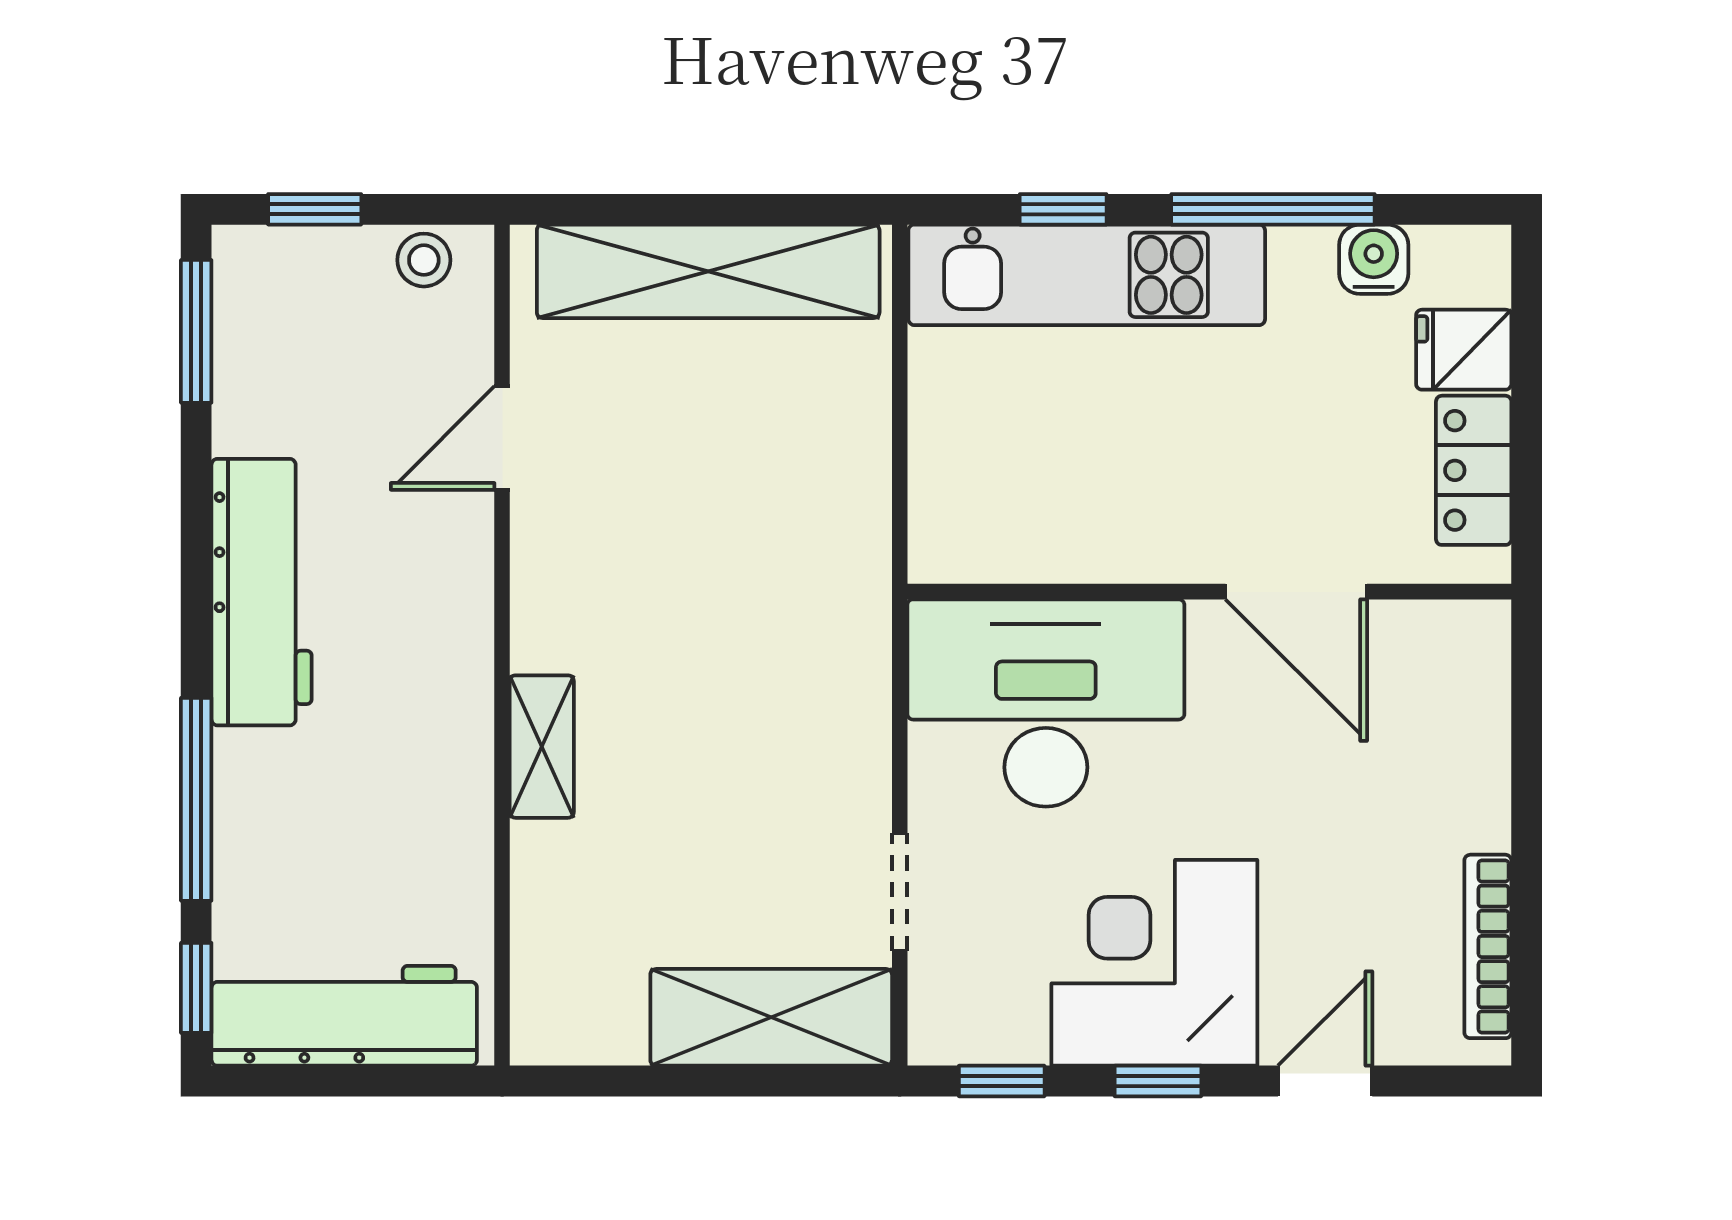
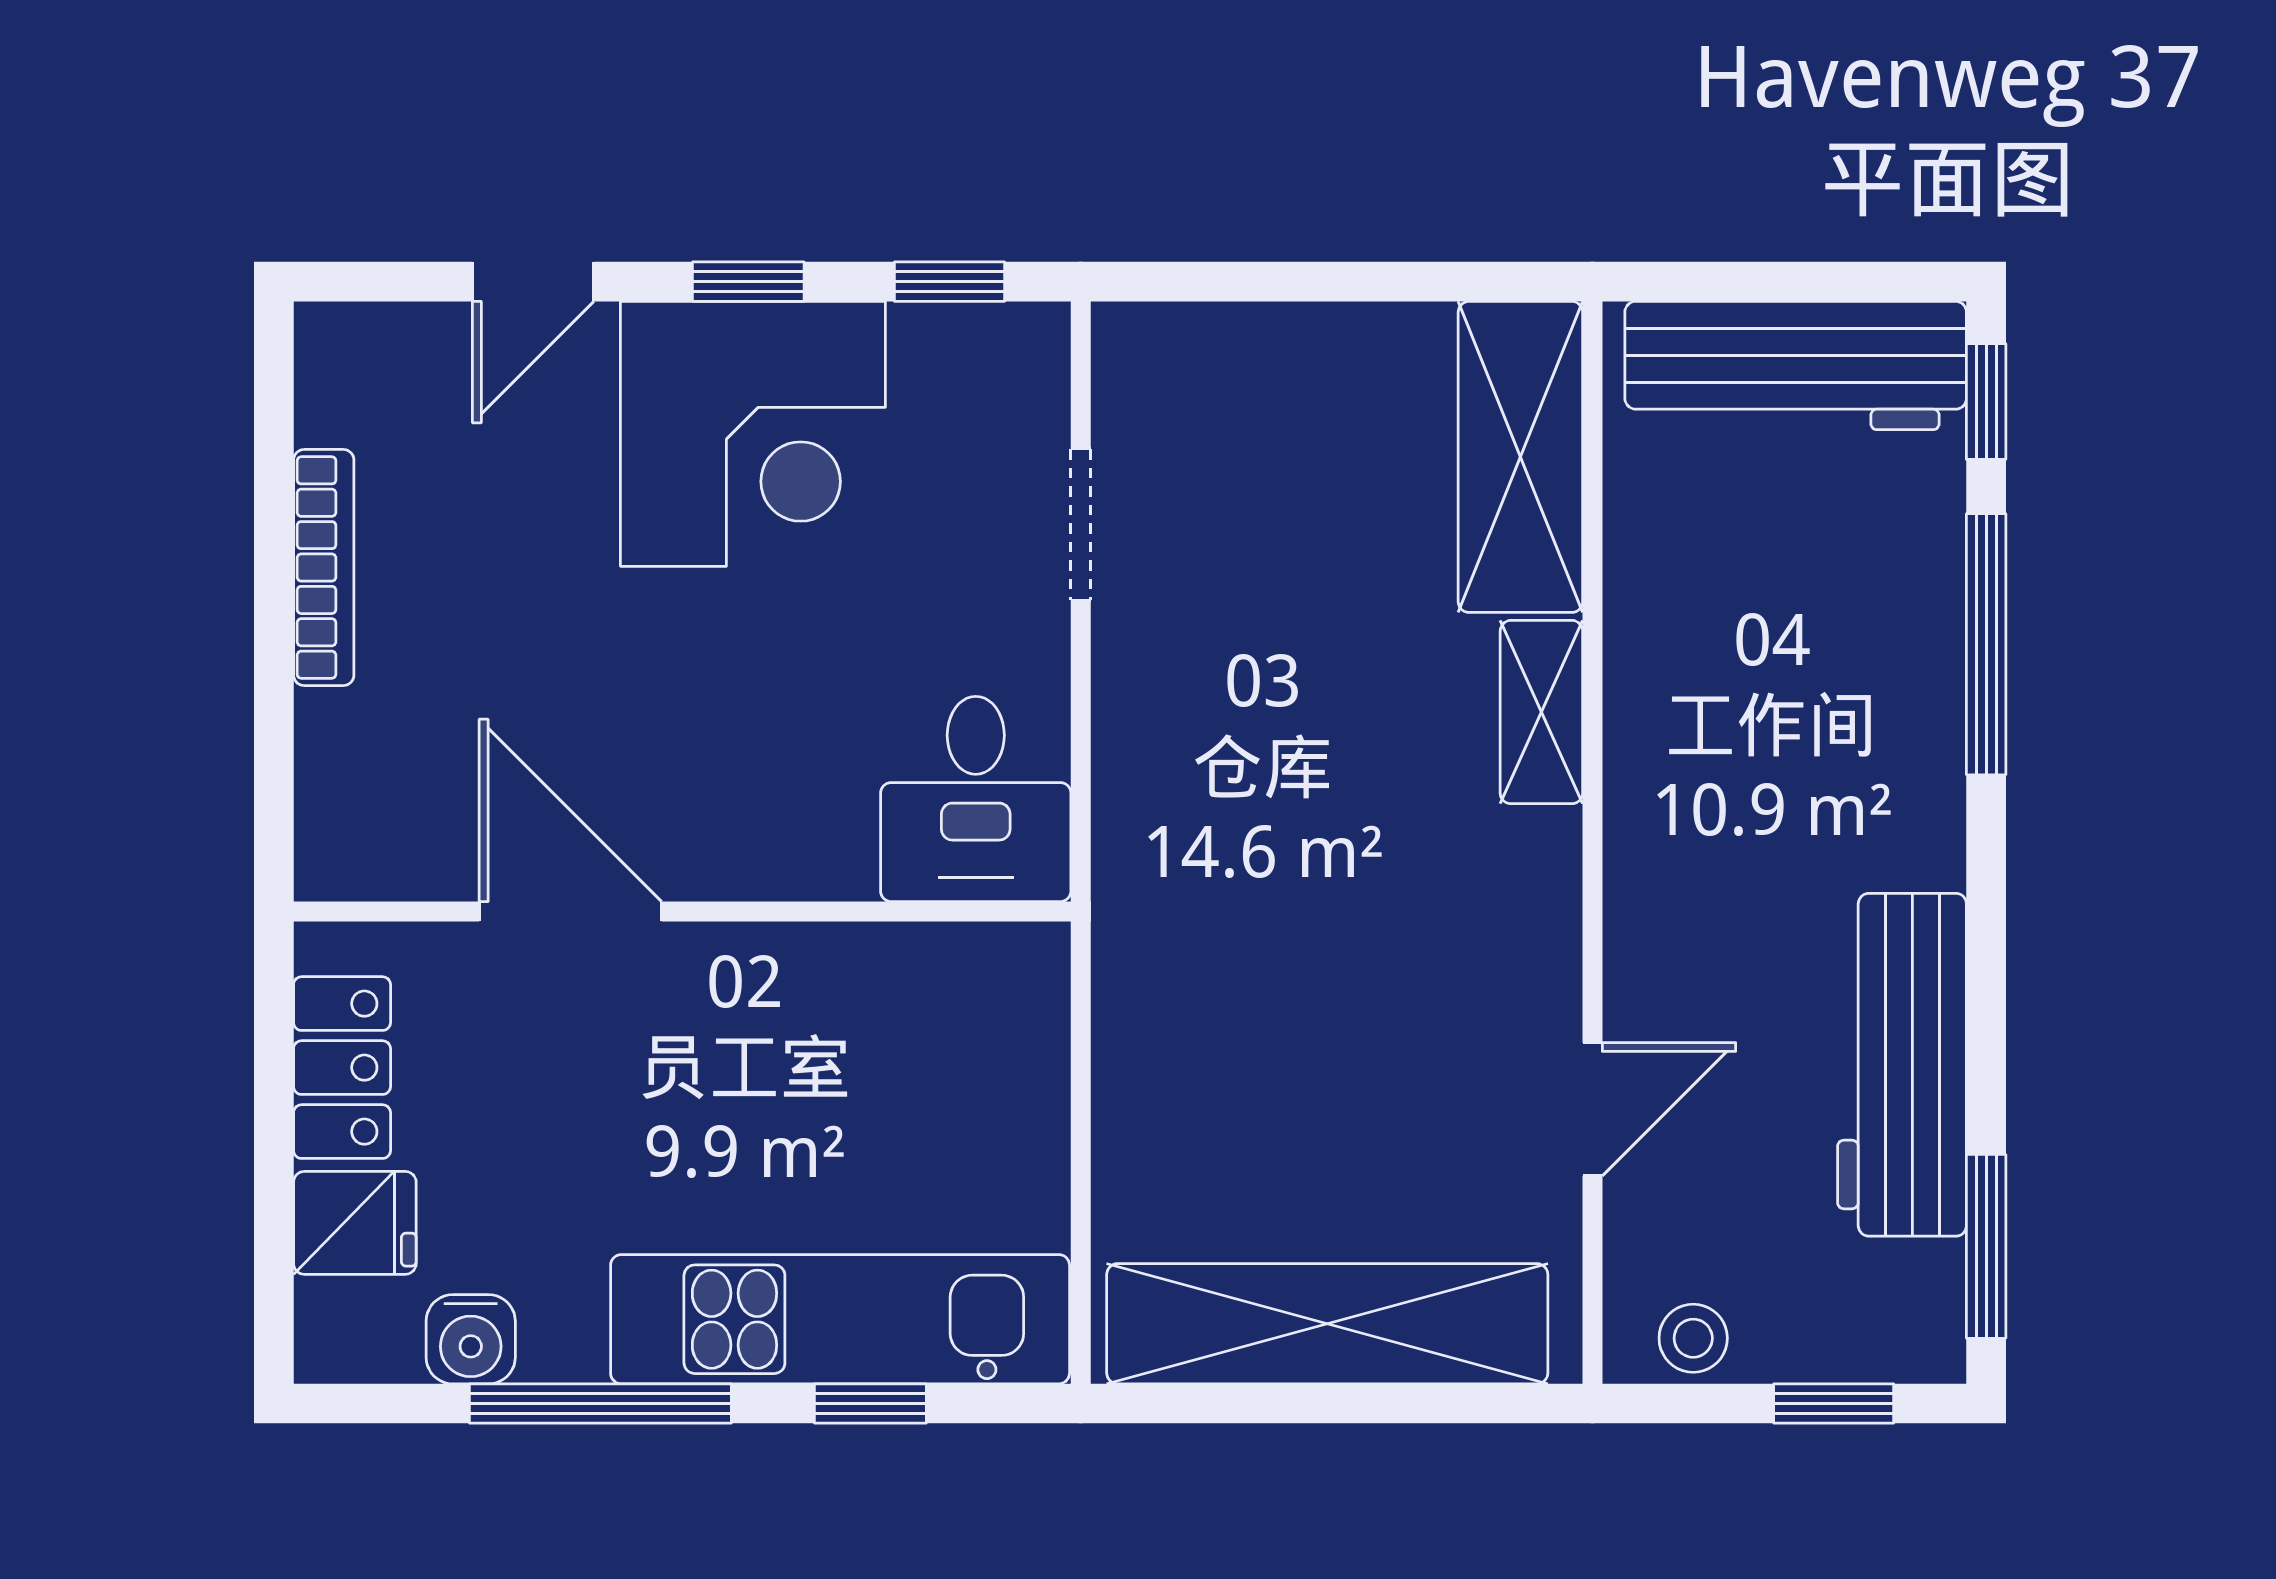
workbench: (262, 592) -> (1902, 1065), moved
desk: (1046, 703) -> (976, 799), width x0.53, depth x0.77
bookcase: (1488, 946) -> (324, 568), moved
shelving: (771, 1017) -> (1520, 457), moved, turned 90

